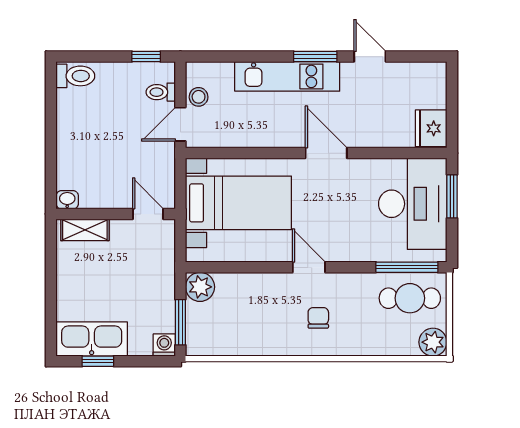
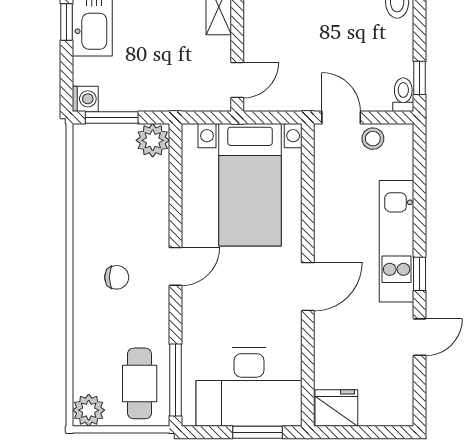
window: (315, 57) -> (420, 274), width x0.67
toilet: (161, 92) -> (403, 95), moved

